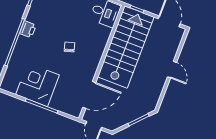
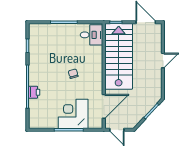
printer: (28, 29) -> (34, 92), moved
door: (172, 70) -> (163, 60), hinge flipped
corner desk: (38, 85) -> (73, 114), moved

